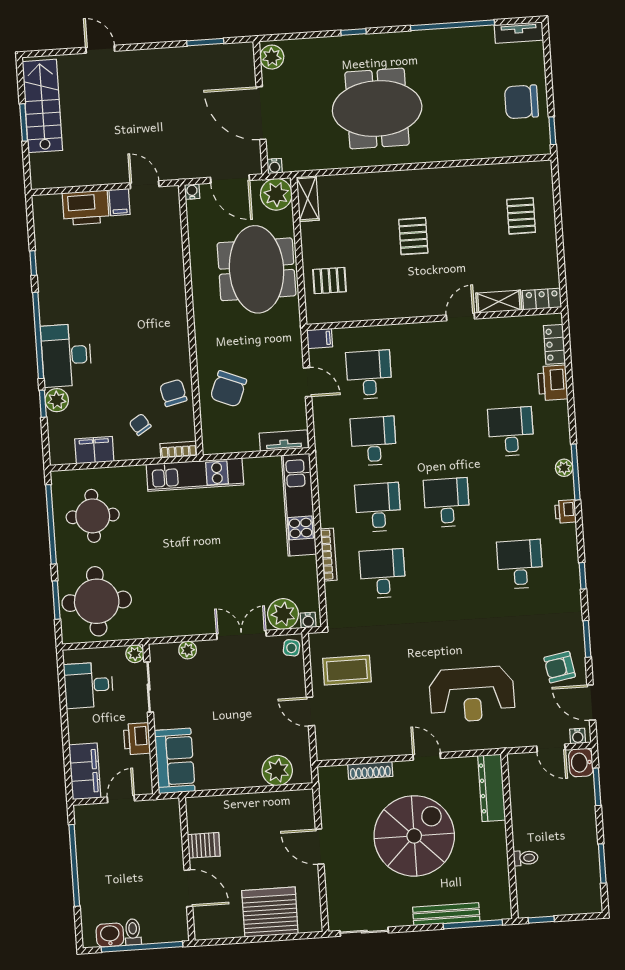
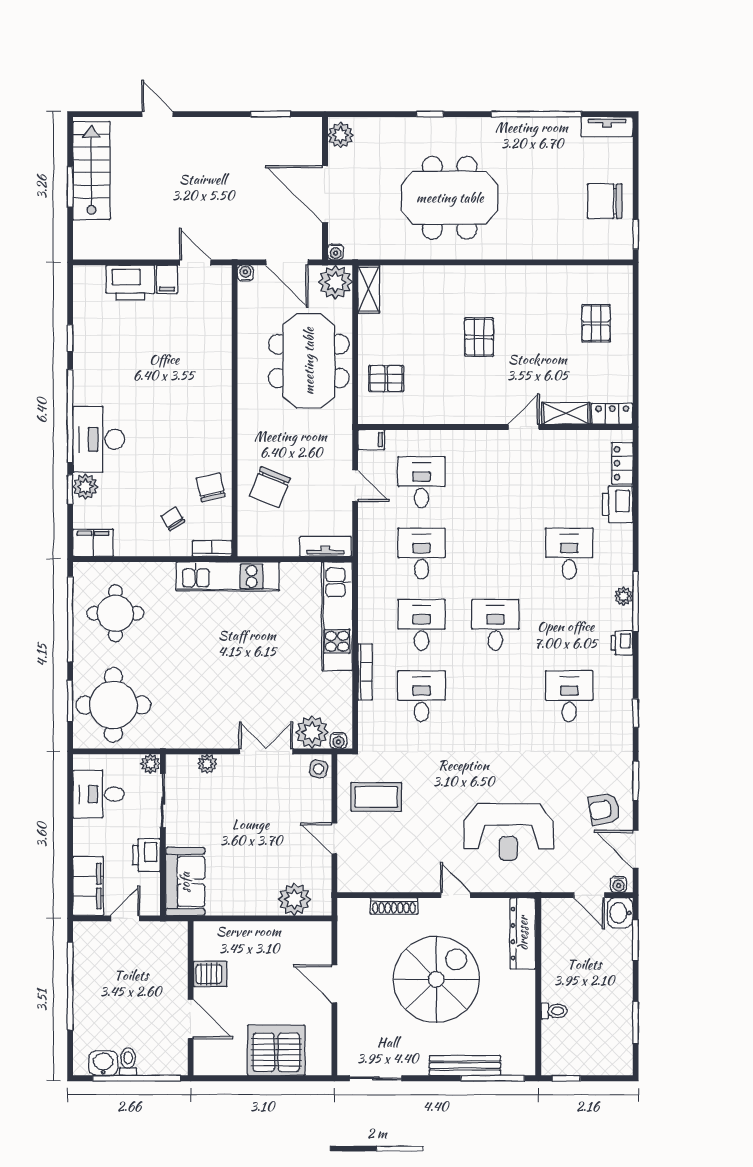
filing cabinet: (94, 450) -> (93, 543), moved

